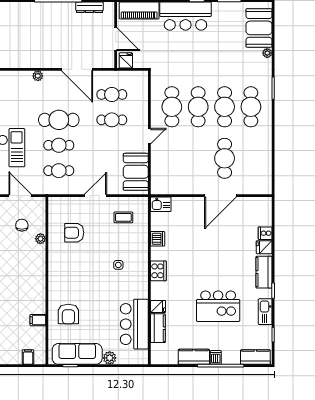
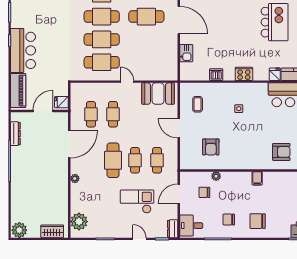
kitchen sink: (161, 204) -> (186, 53), moved
filing cabinet: (38, 320) -> (257, 178), moved

